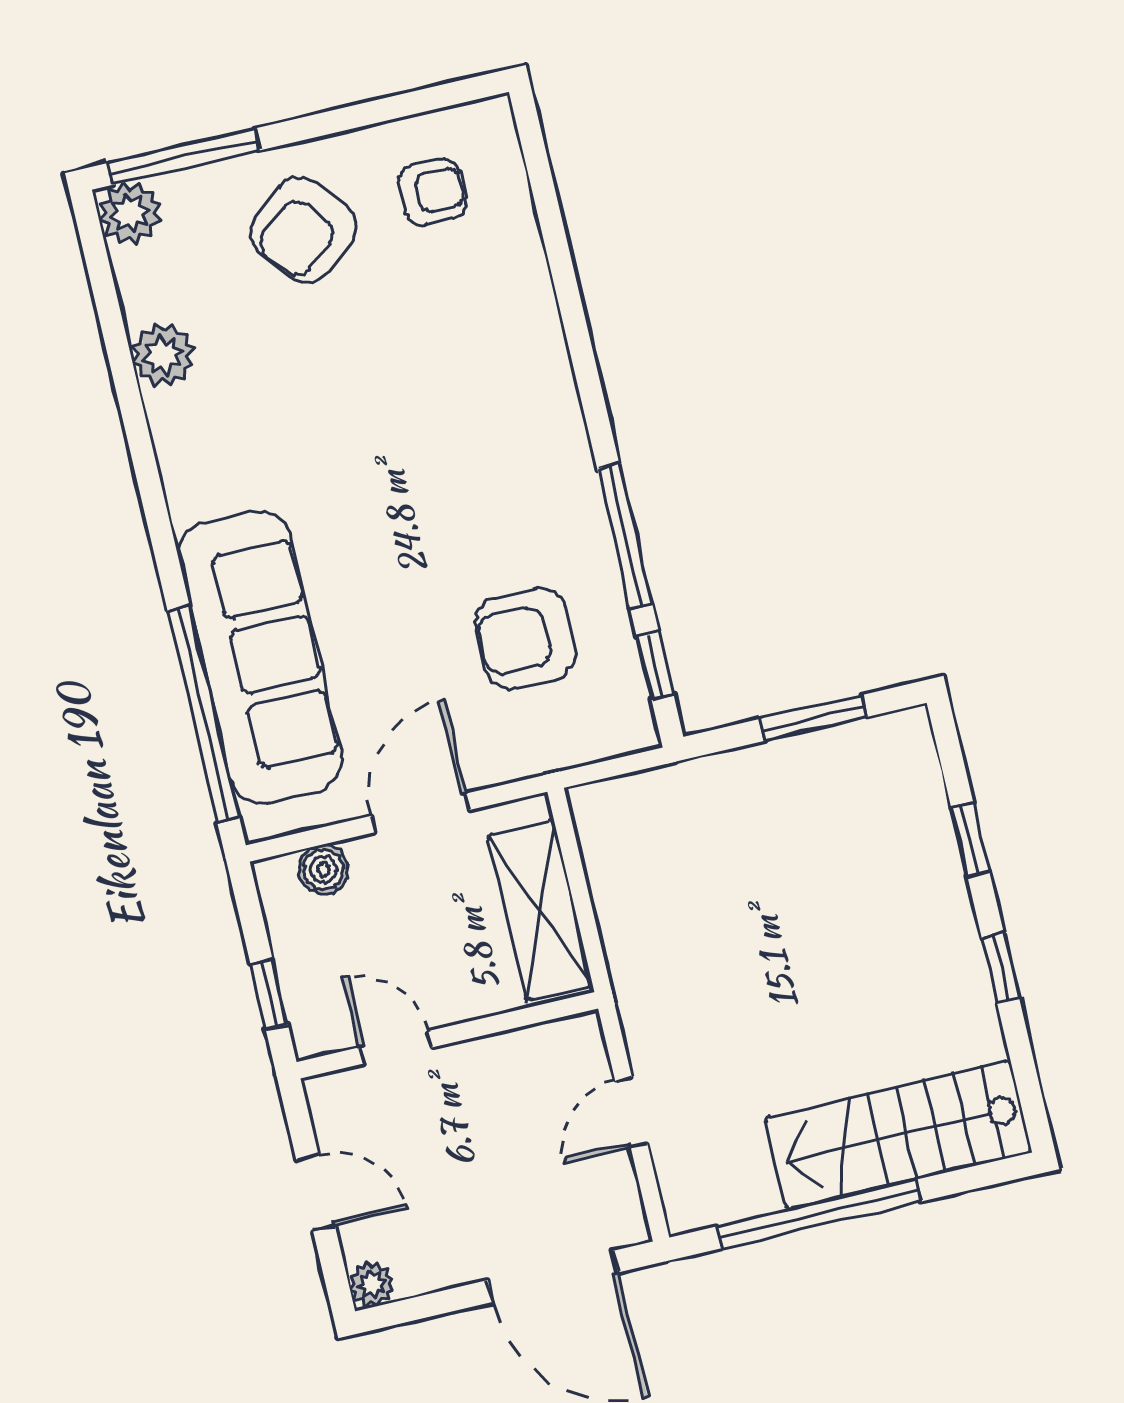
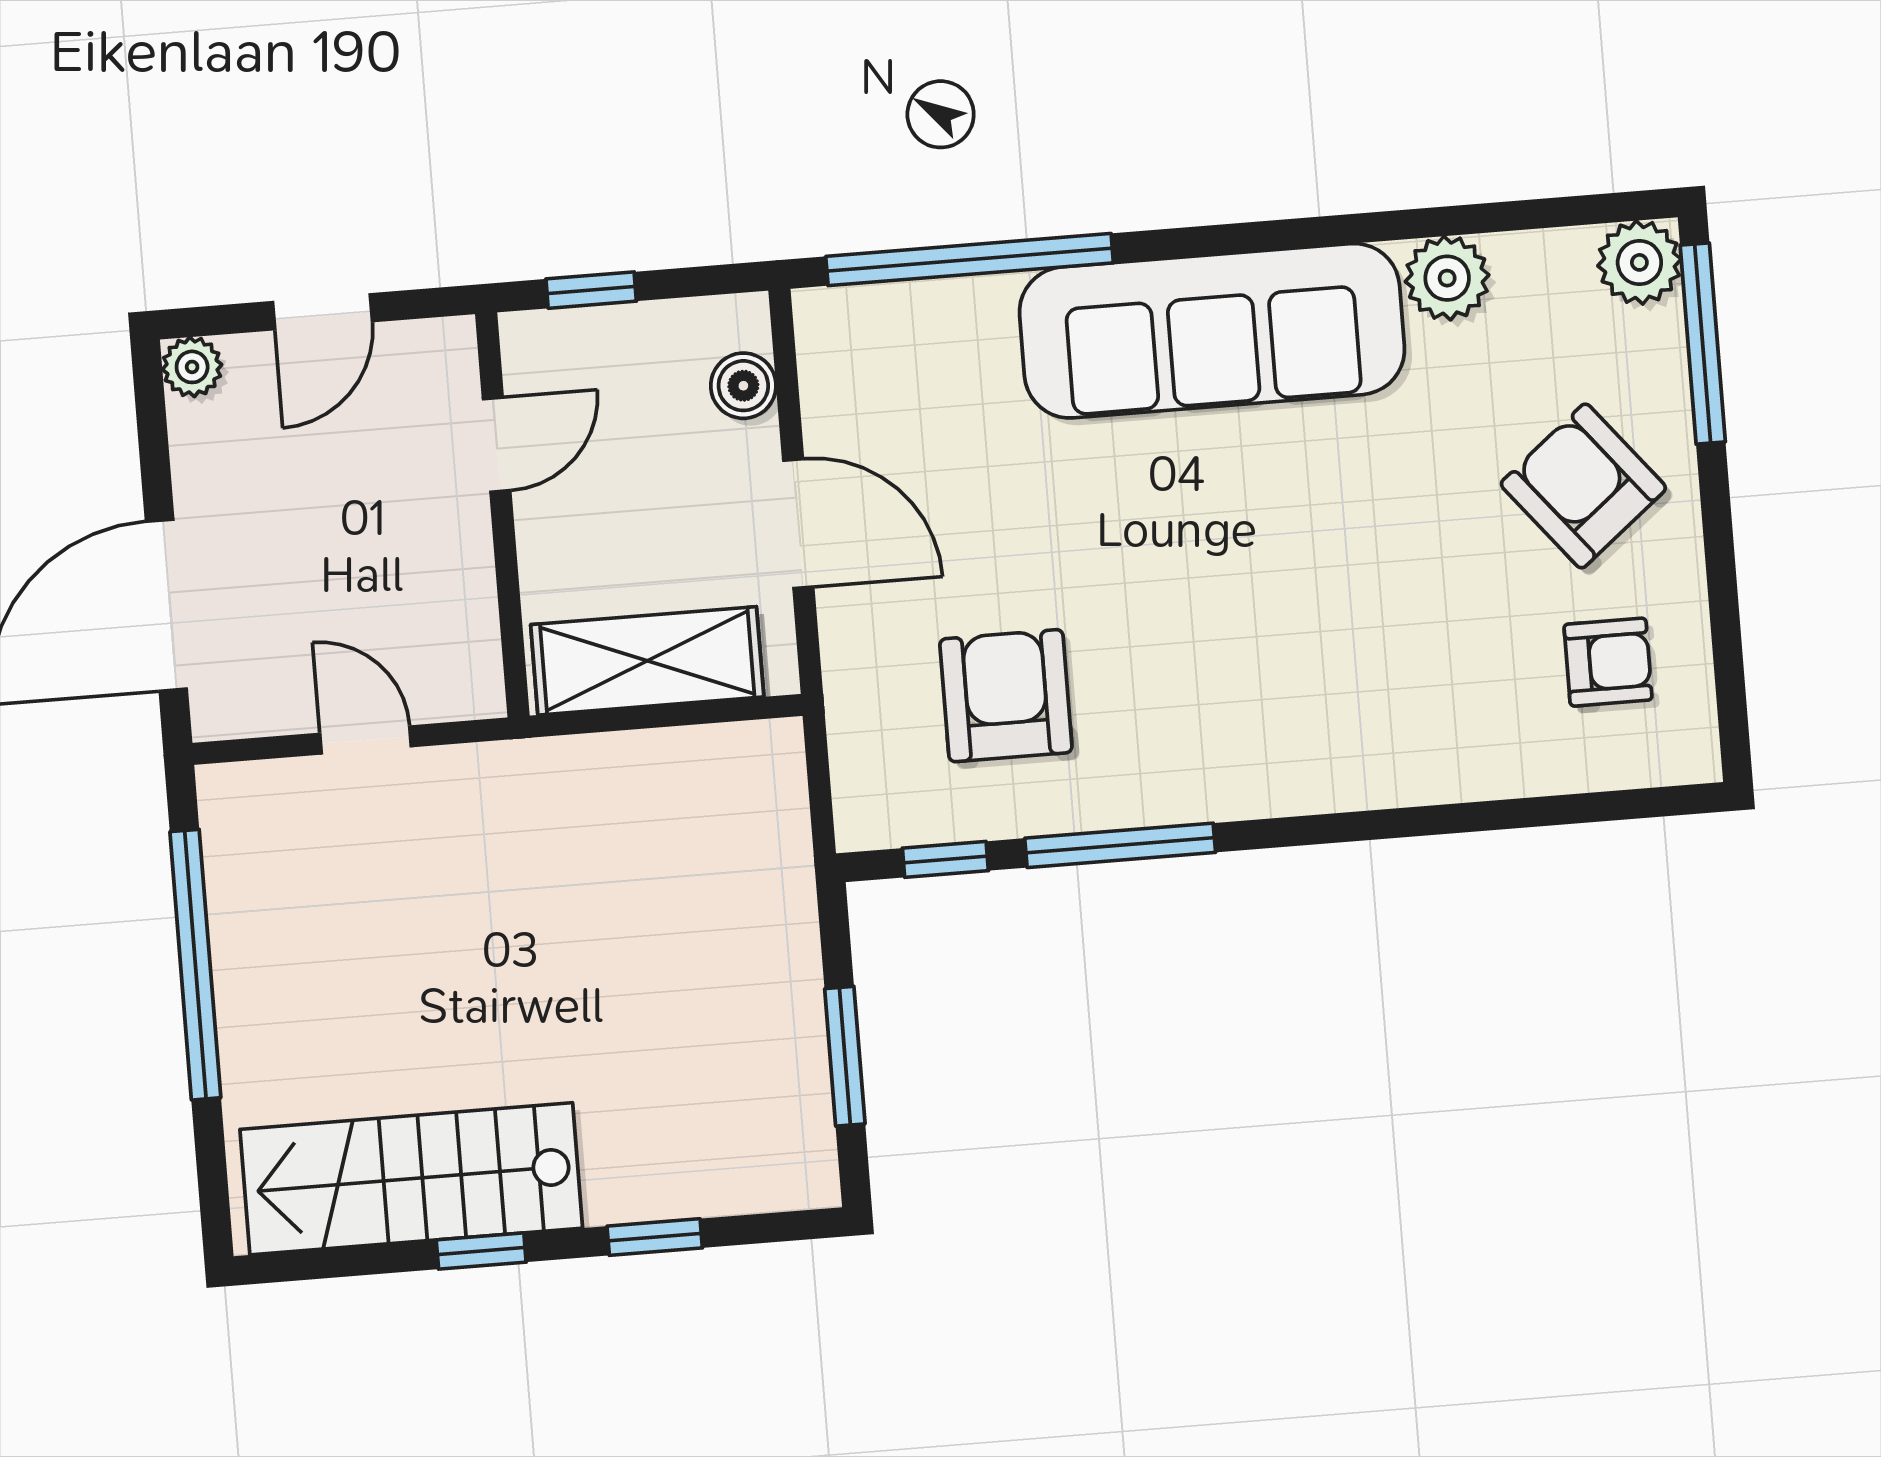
armchair: (432, 192) -> (1608, 662), turned -90
sofa: (260, 658) -> (1212, 331), moved
stairs: (898, 1135) -> (411, 1179), moved, turned -90

